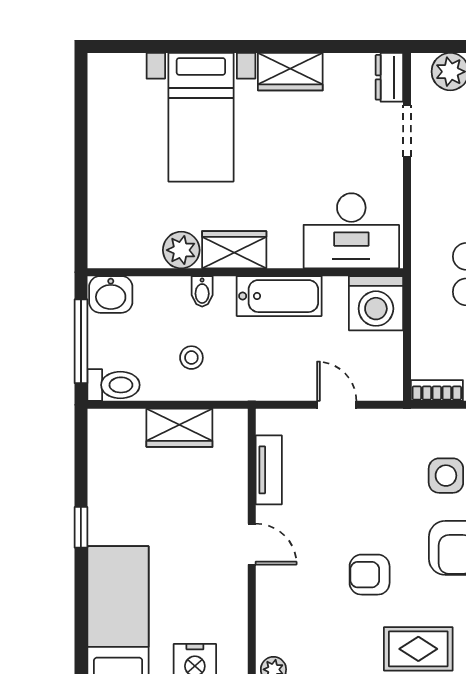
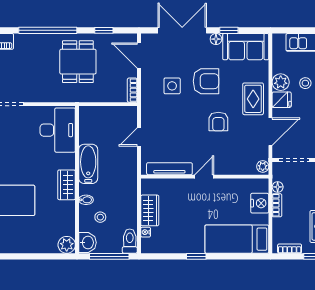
plant: (181, 250) -> (67, 245), moved
washing machine: (376, 303) -> (92, 119), removed
stool: (191, 358) -> (100, 217), moved
nightstand: (133, 419) -> (146, 232), added
tv unit: (269, 470) -> (169, 169), width x1.41

